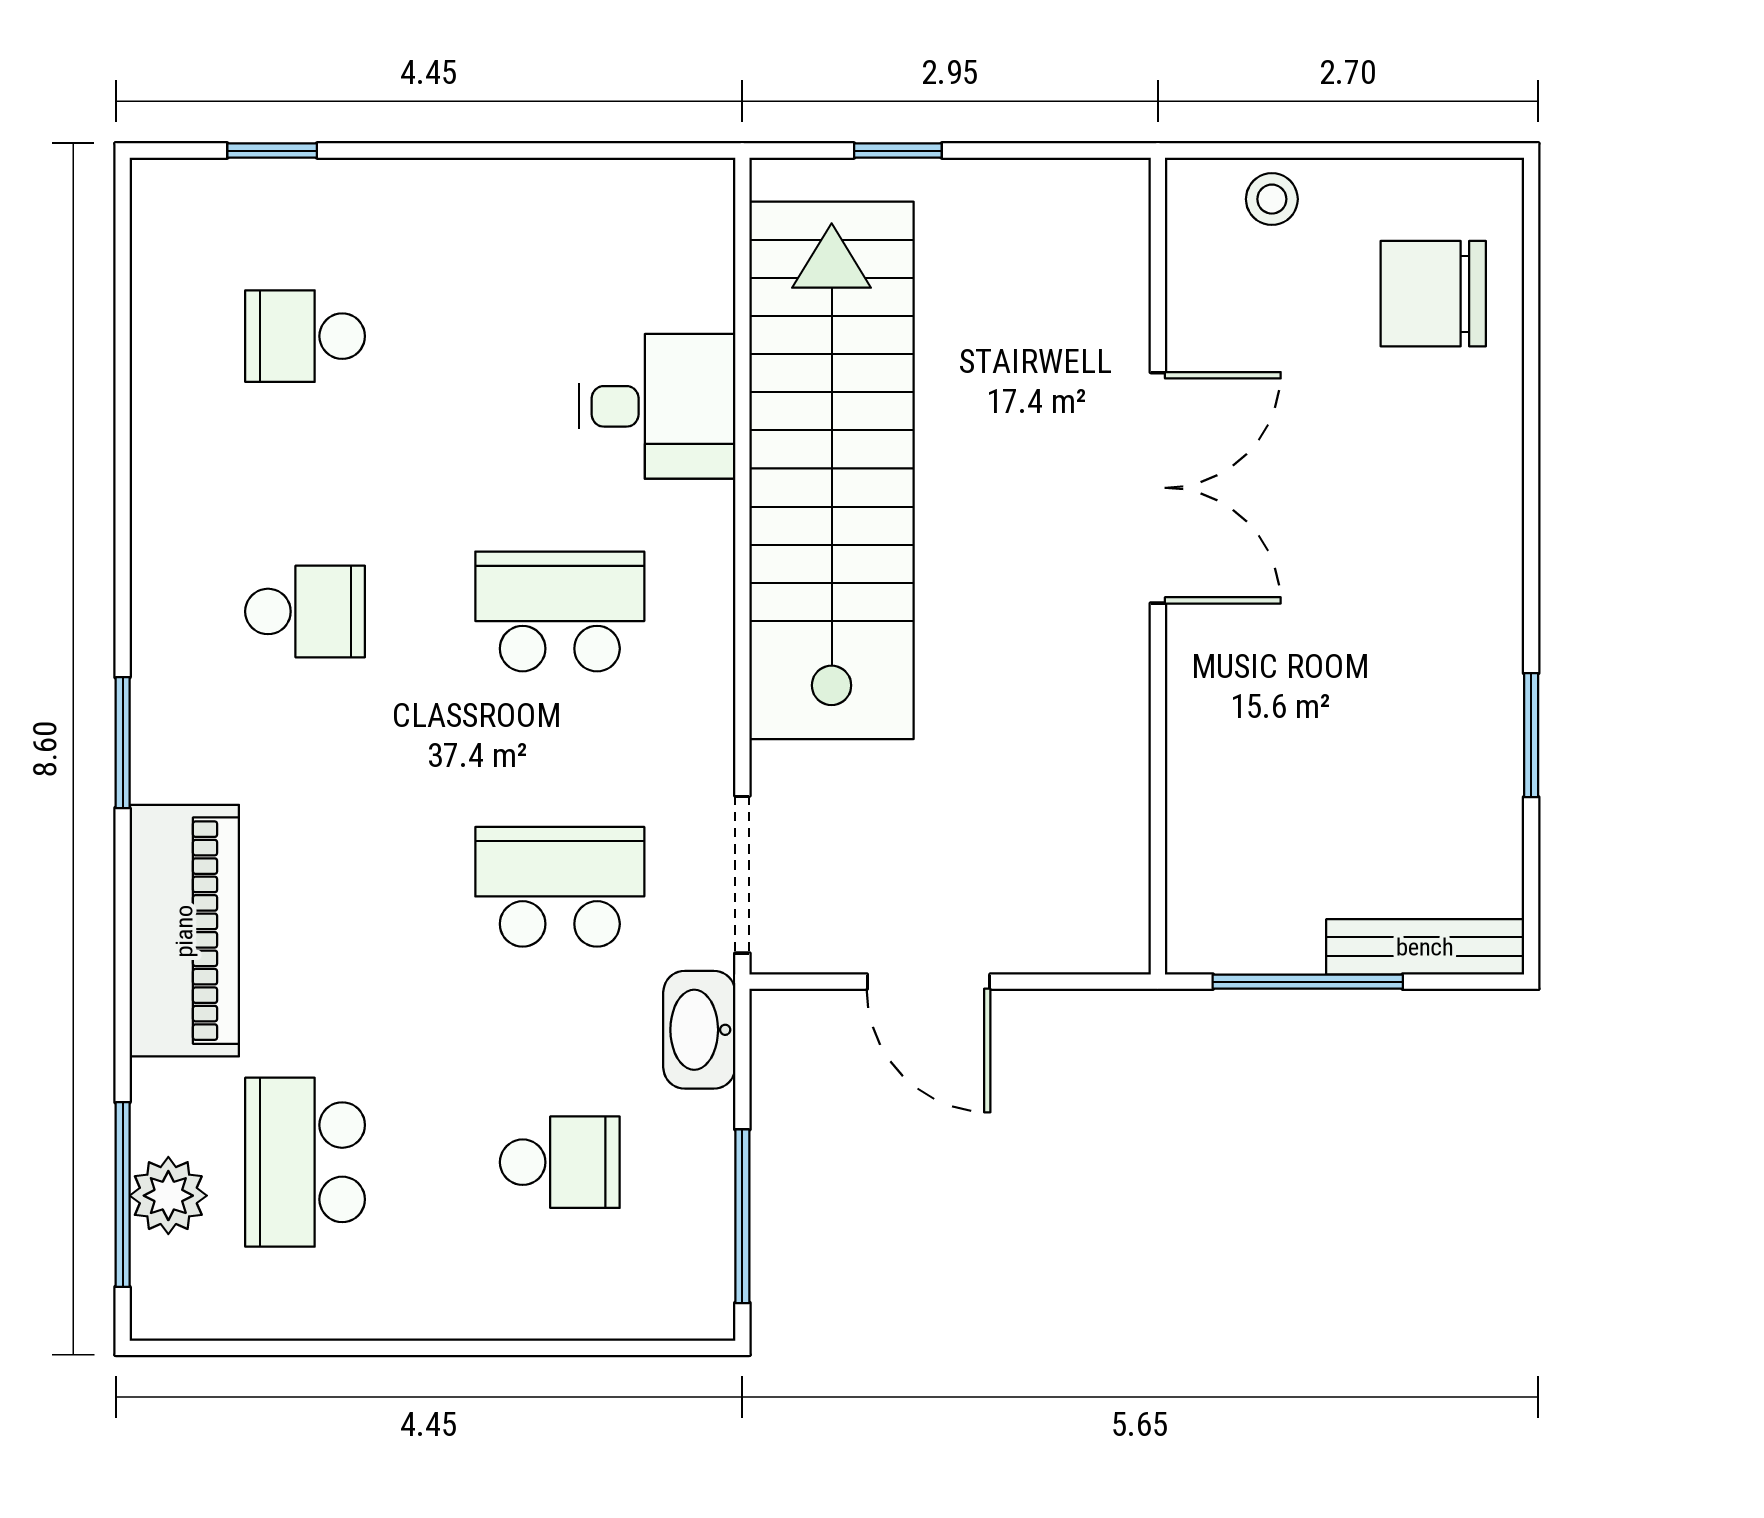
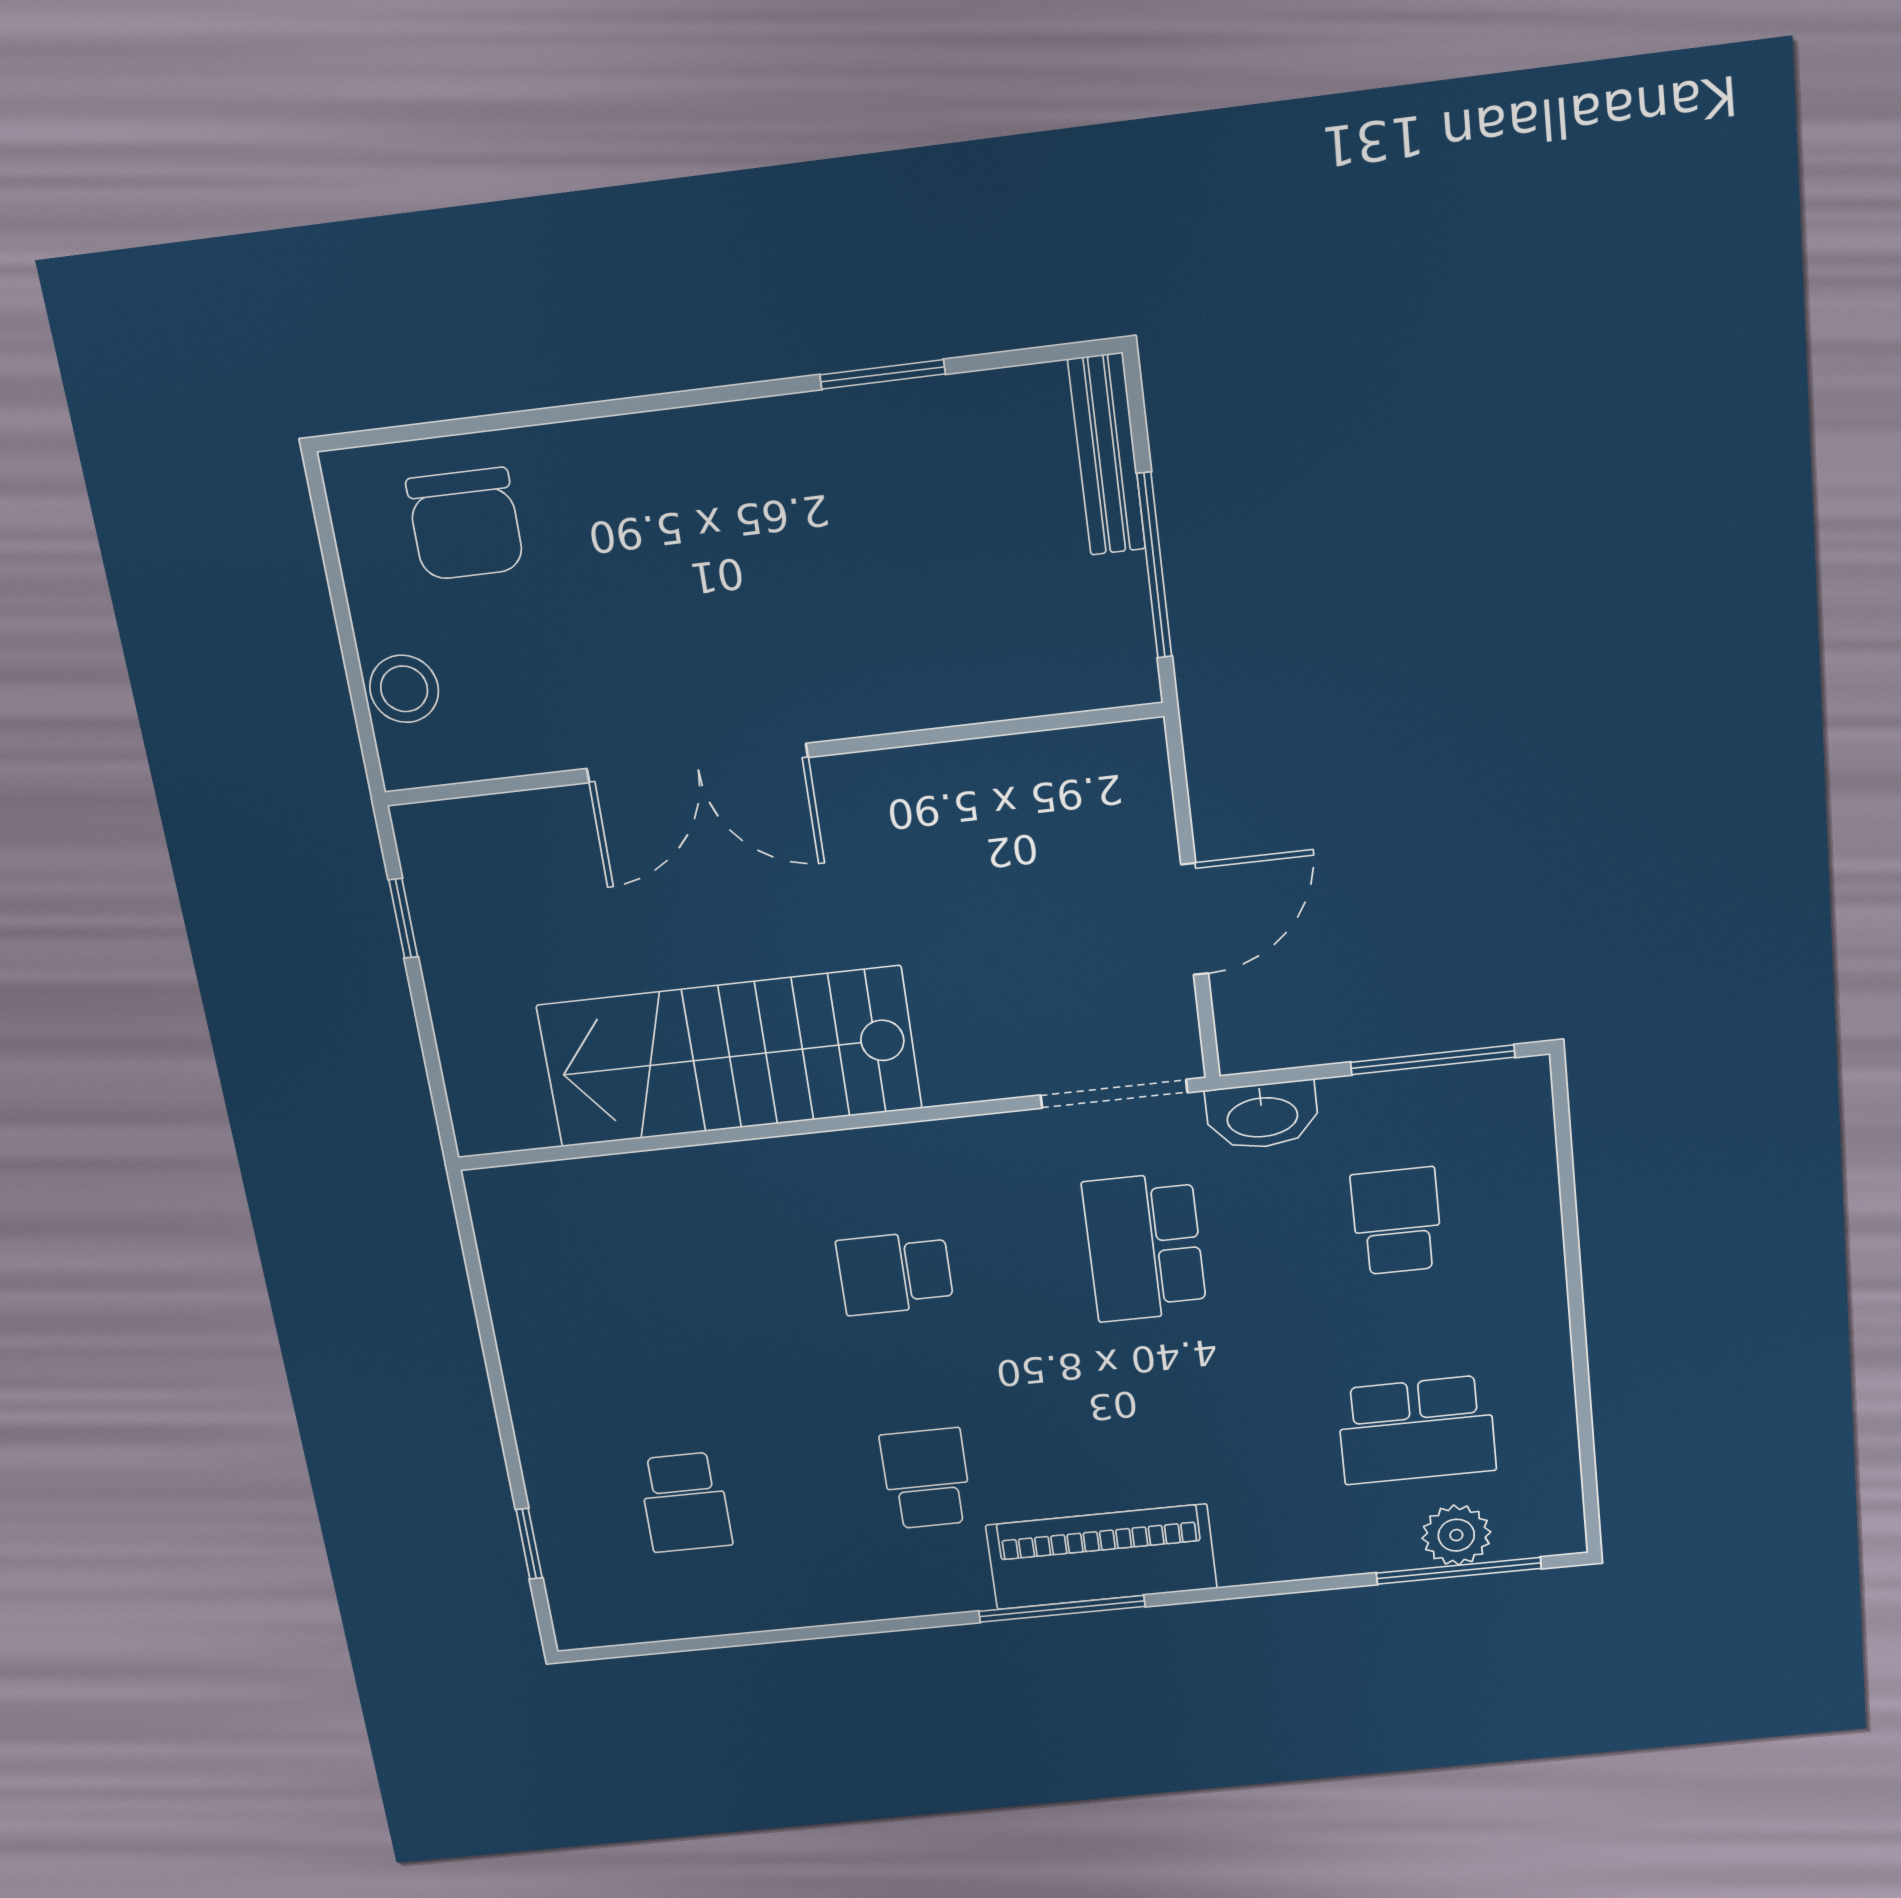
window: (898, 151) -> (403, 918), moved
stool: (1272, 199) -> (404, 689), width x1.37, depth x1.37
desk: (657, 406) -> (697, 1211), removed
stairs: (832, 470) -> (730, 1057), width x0.73
double door: (1158, 488) -> (697, 763), swing flipped
school desk: (560, 611) -> (895, 1273), width x0.54
window: (123, 743) -> (1062, 1609), width x1.44
piano: (184, 931) -> (1101, 1557), moved

